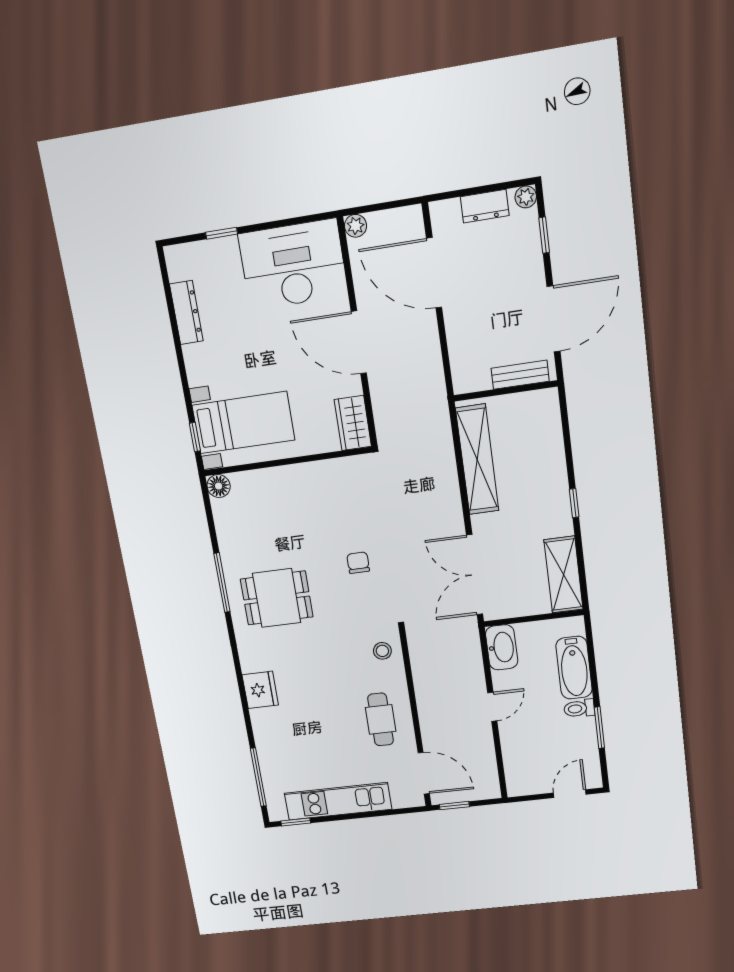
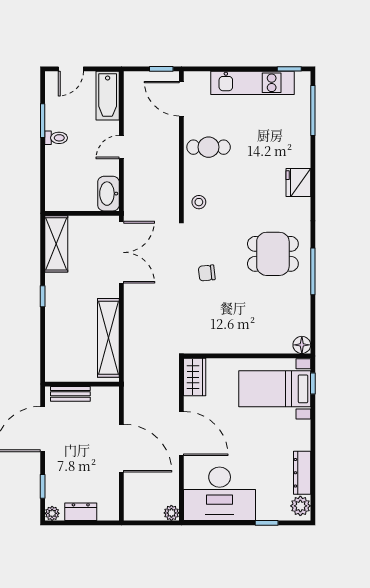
plant: (180, 265) -> (300, 506), added
door: (434, 273) -> (121, 448), moved
chair: (358, 563) -> (207, 273), turned 84
bathtub: (574, 668) -> (108, 96), moved, turned 180
cafe table: (381, 719) -> (209, 147), turned 90

